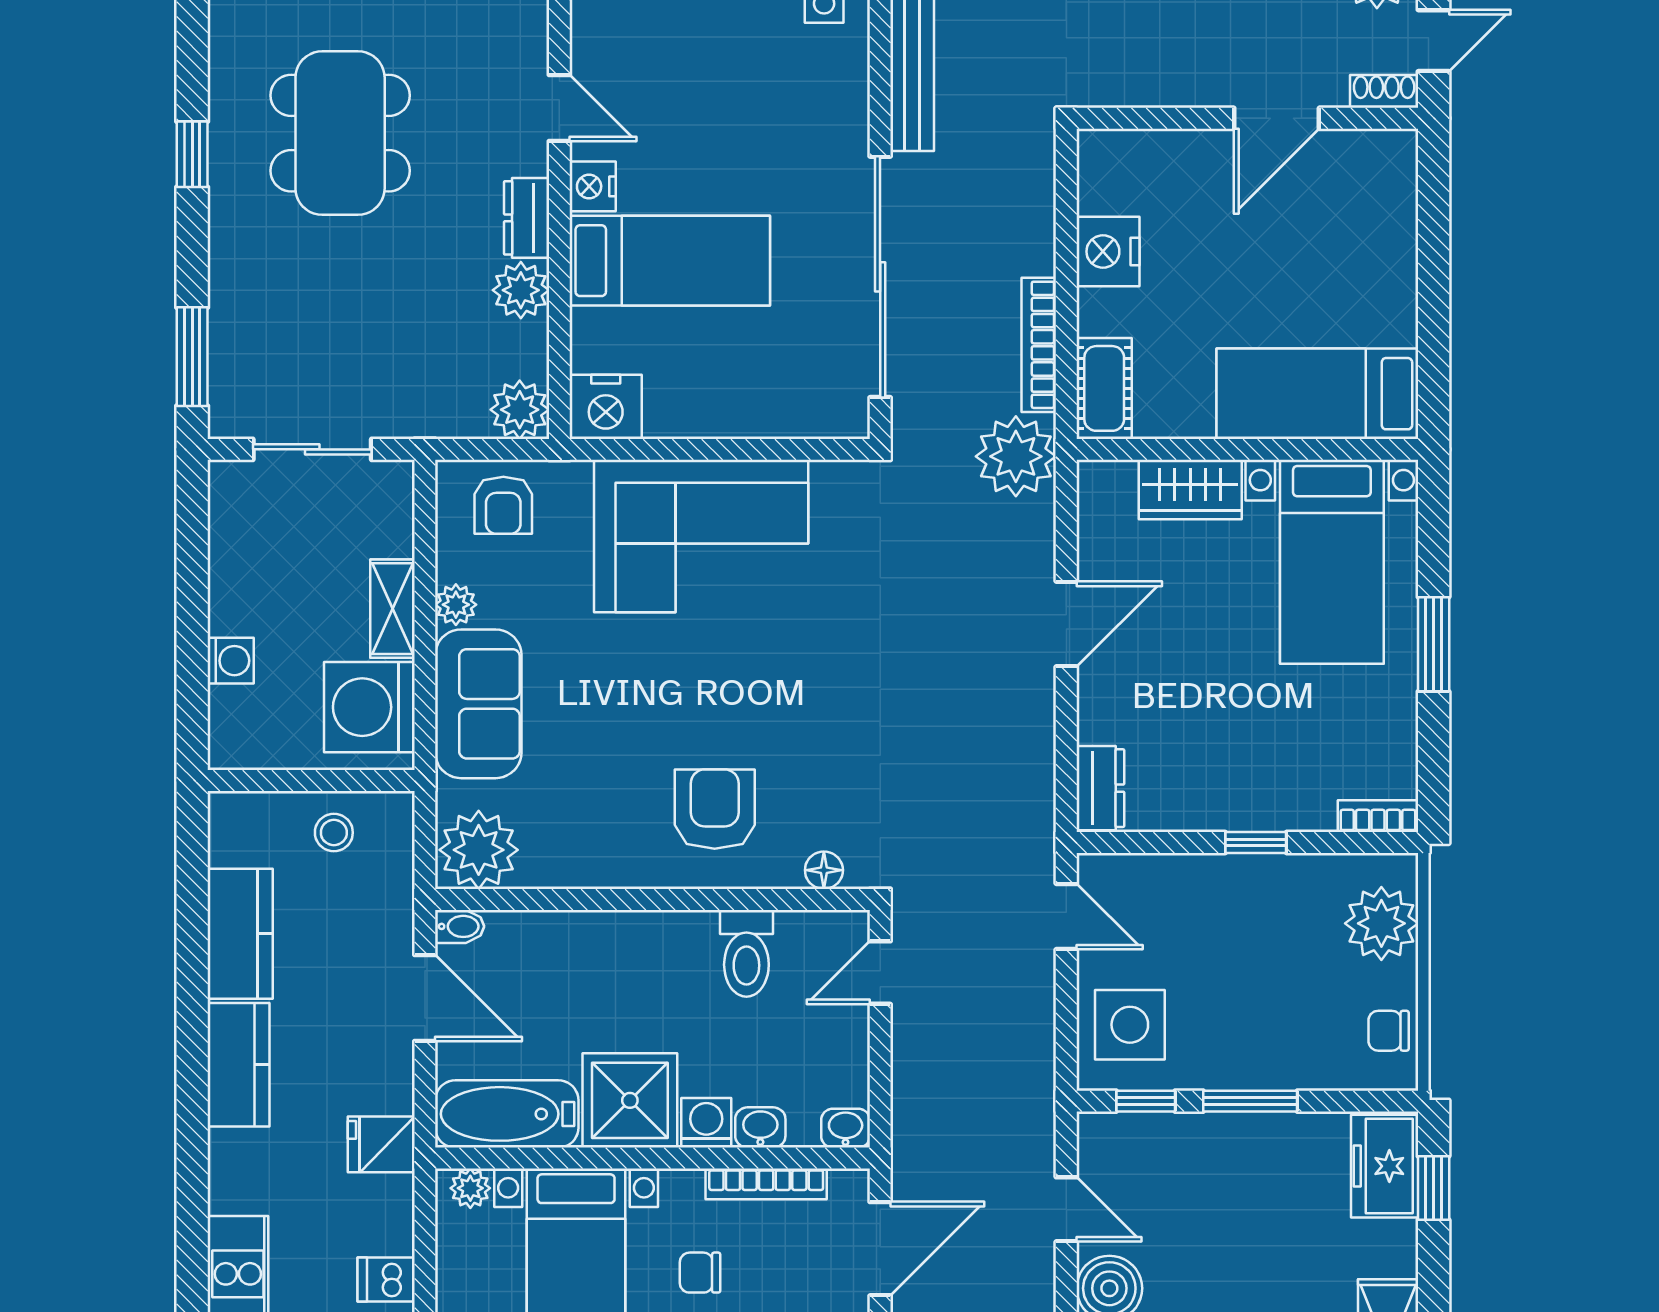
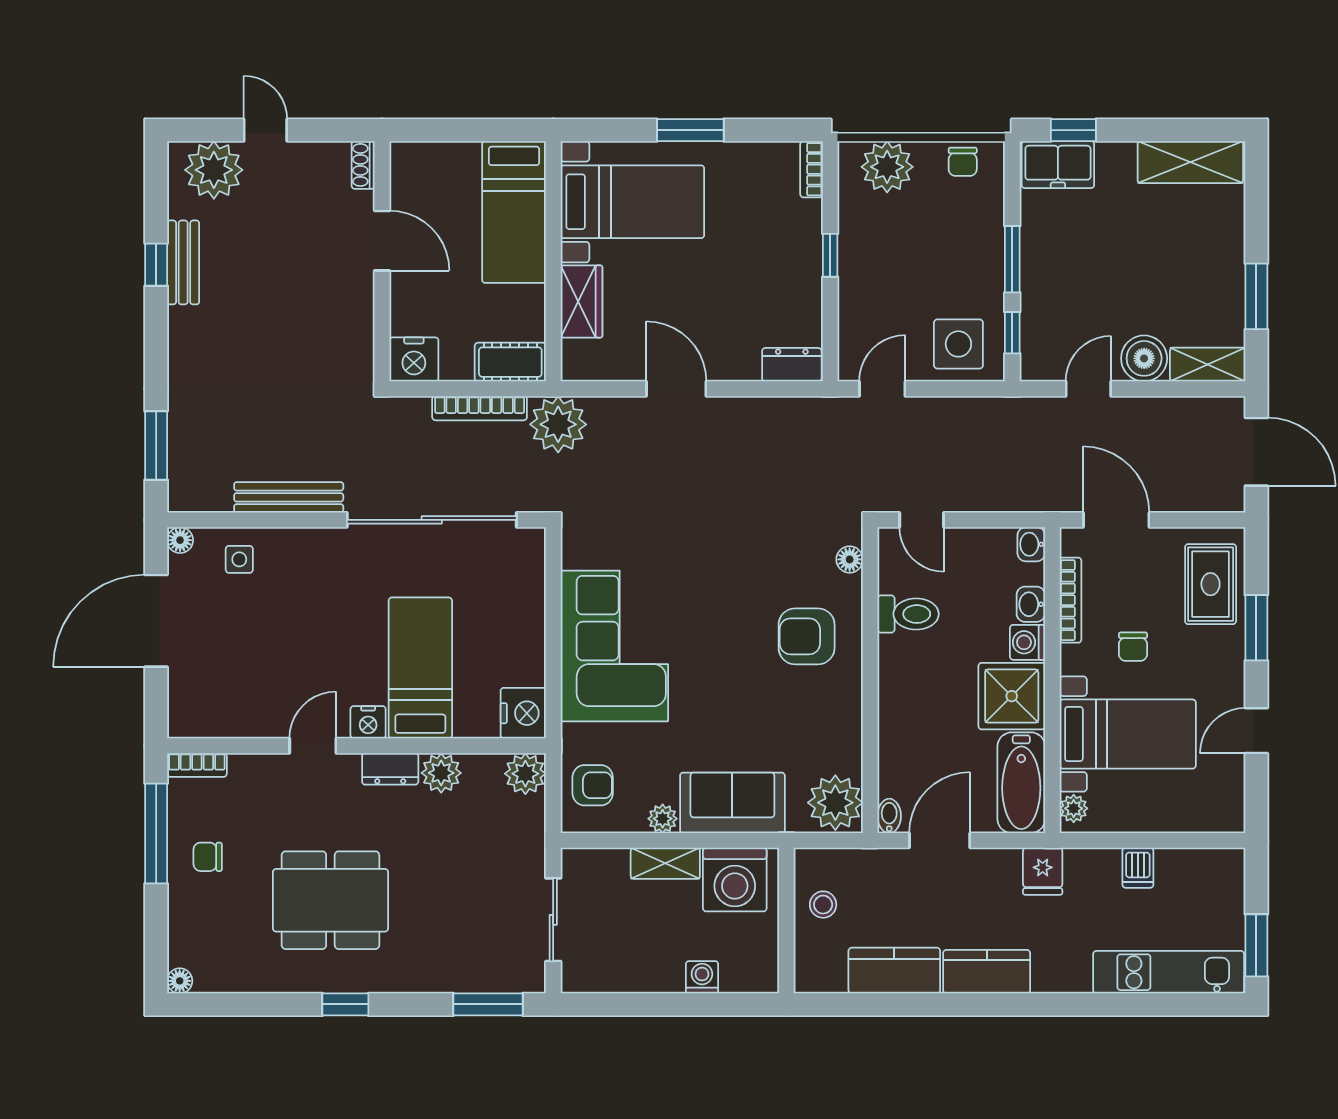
shoe rack: (1384, 91) -> (363, 165), moved
wall: (1247, 118) -> (382, 261), moved
door: (1277, 118) -> (382, 241), moved

